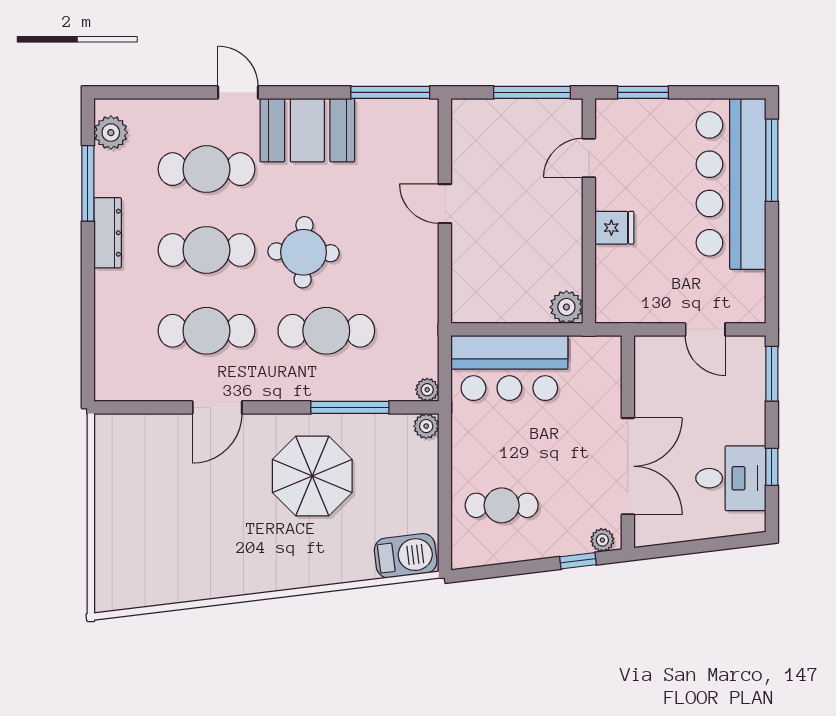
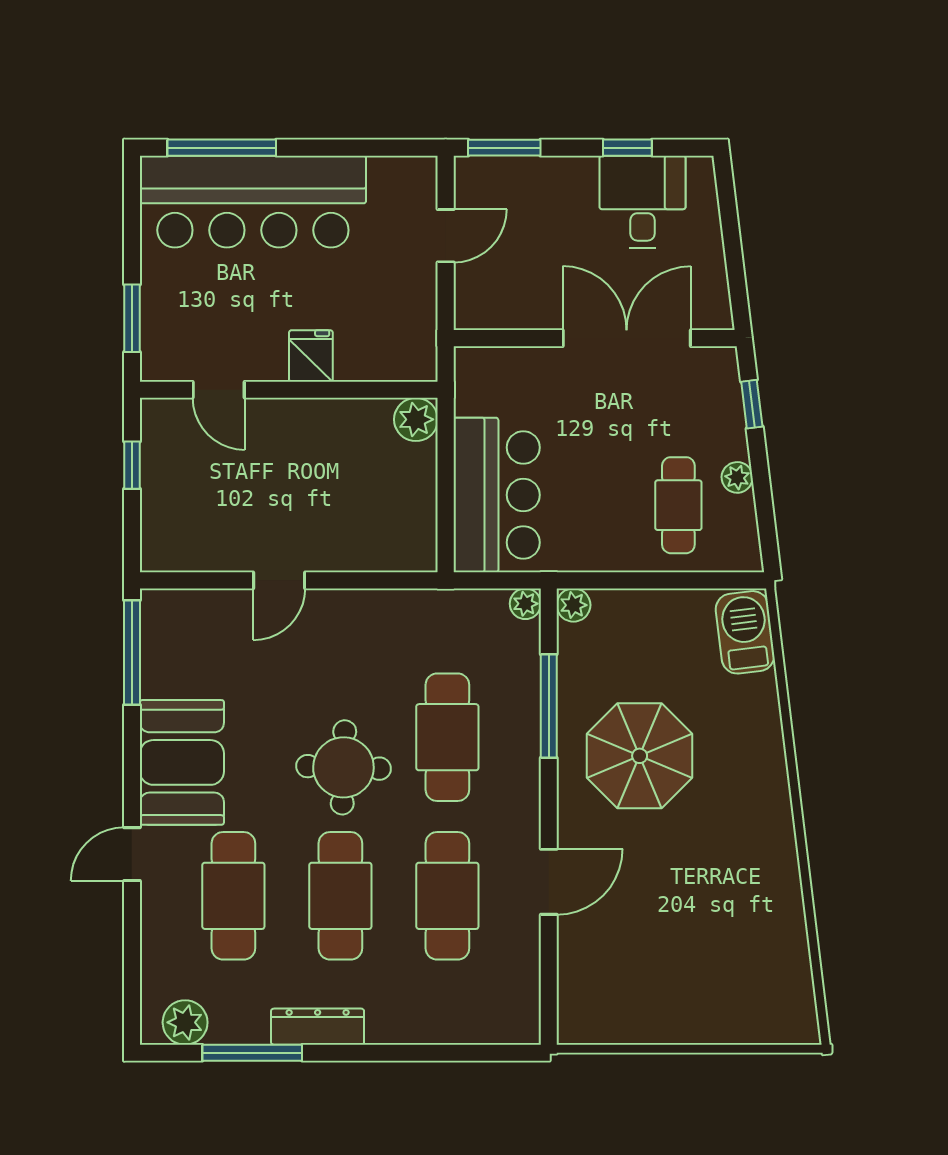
window: (532, 92) -> (132, 465), width x0.46
door: (217, 407) -> (549, 882), hinge flipped
plant: (602, 540) -> (737, 477), moved

